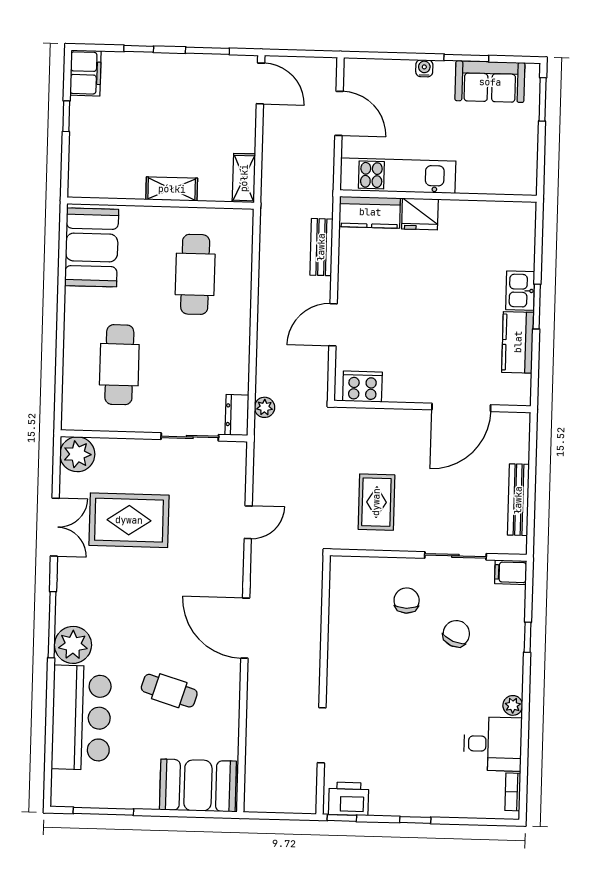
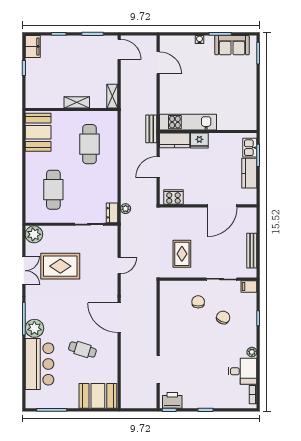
kitchen unit: (398, 176) -> (188, 122), moved
wall: (438, 196) -> (208, 132), moved
kitchen counter: (370, 212) -> (175, 140), moved
fridge: (420, 214) -> (199, 141), moved

